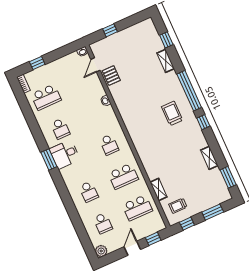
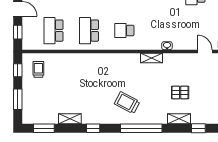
pallet: (111, 76) -> (180, 93), moved
trolley: (172, 113) -> (127, 103), turned -152
window: (203, 122) -> (93, 128), moved
shelving: (159, 190) -> (152, 58), moved

